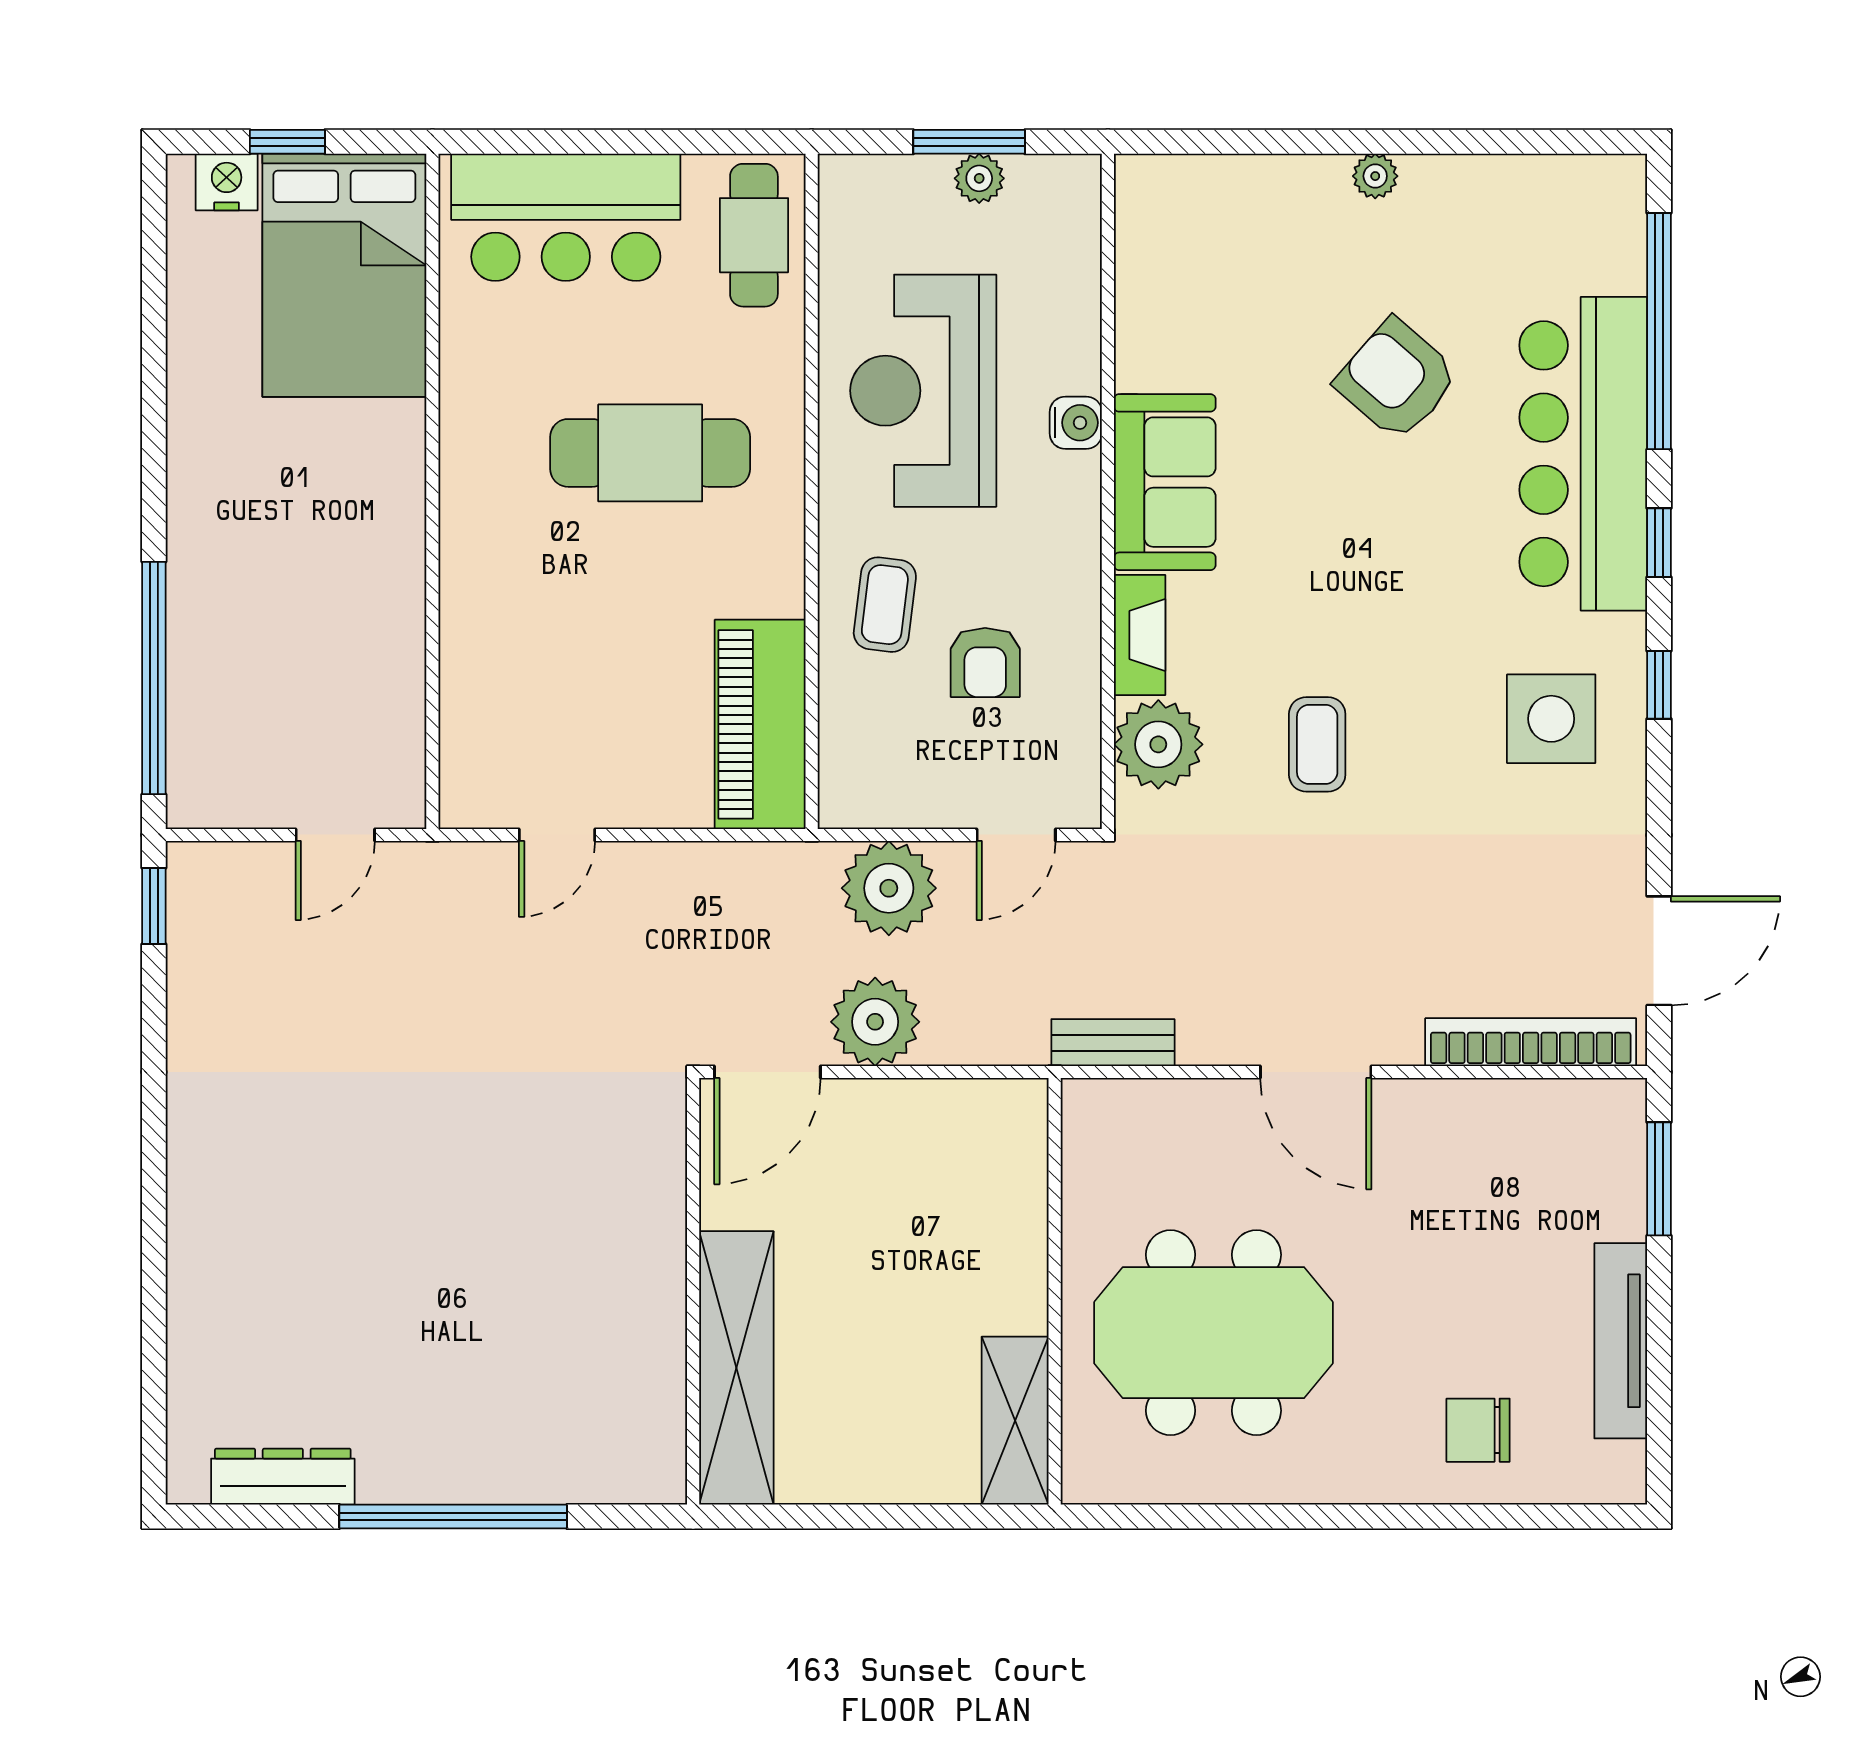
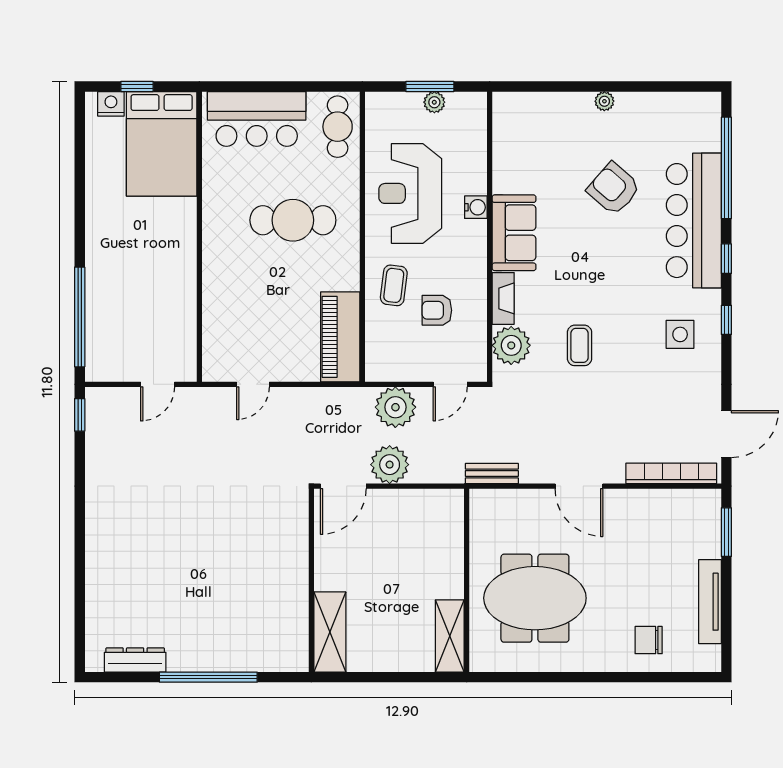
armchair: (985, 663) -> (437, 310), turned 90
side table: (1551, 719) -> (680, 334), width x0.73, depth x0.73
shelving: (736, 1368) -> (330, 632), width x0.68

